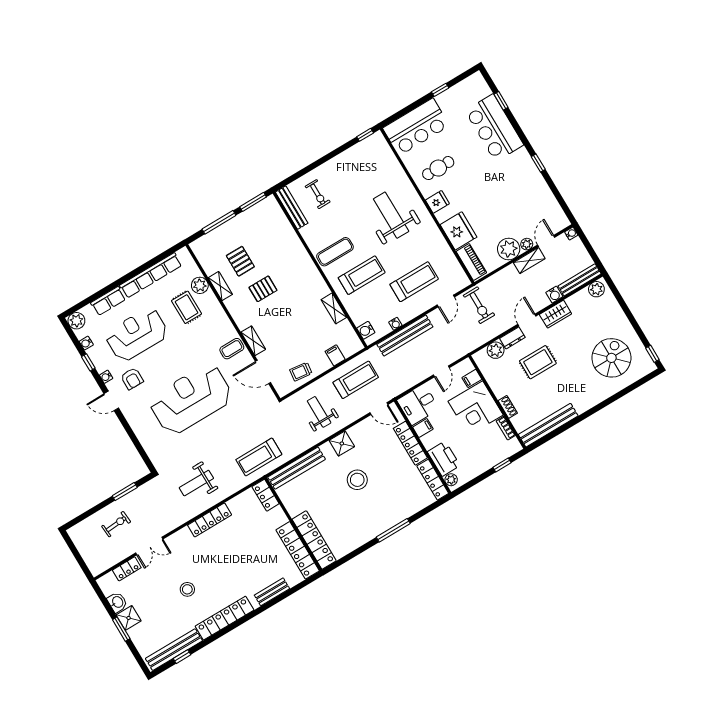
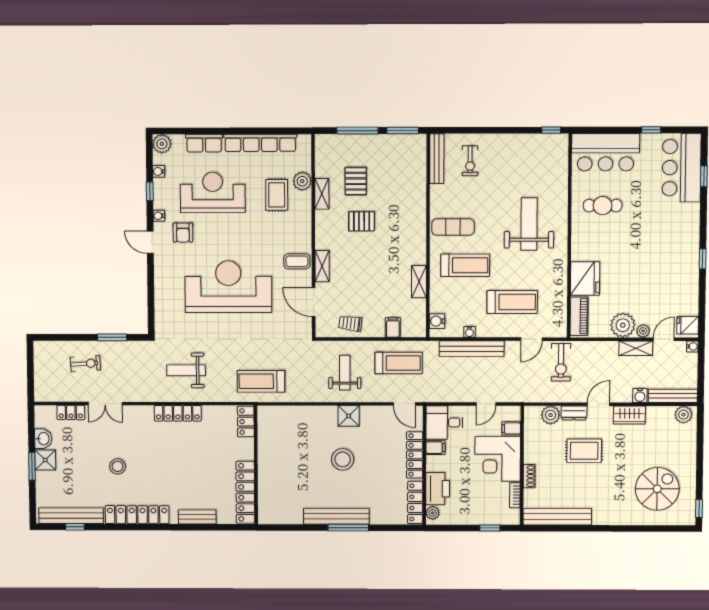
bar counter: (494, 128) -> (682, 168), moved
fridge: (437, 202) -> (688, 325), moved, turned 180
bench: (297, 468) -> (336, 516), moved
locker: (314, 540) -> (267, 492), removed

